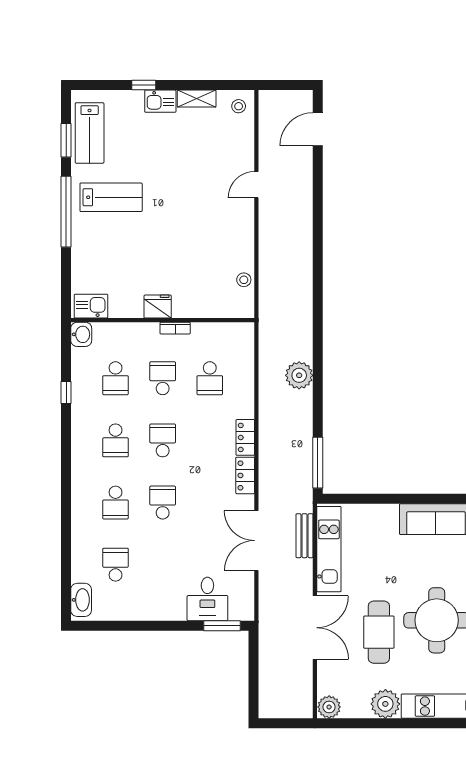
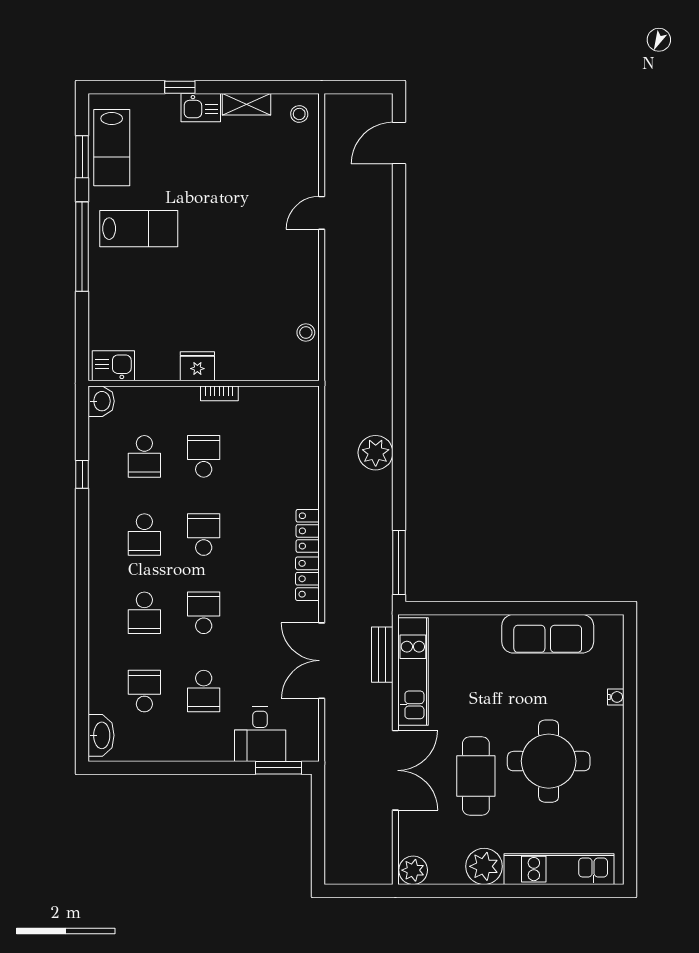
school desk: (210, 378) -> (204, 691), moved

